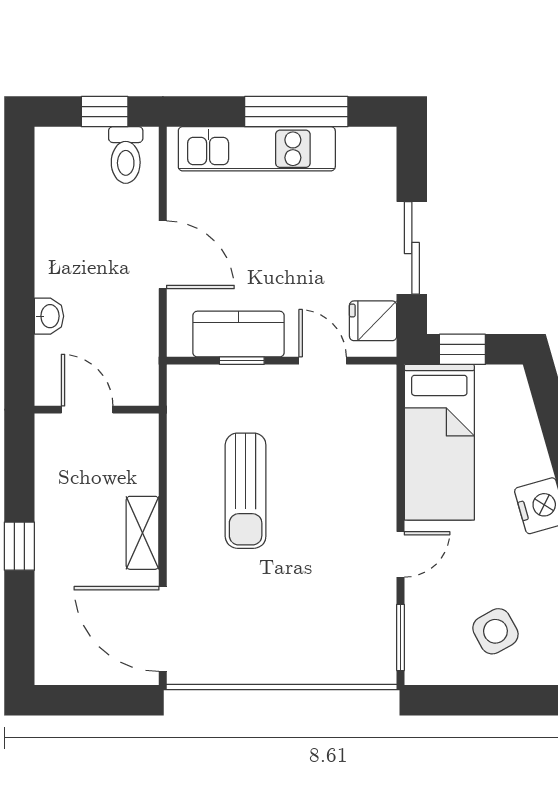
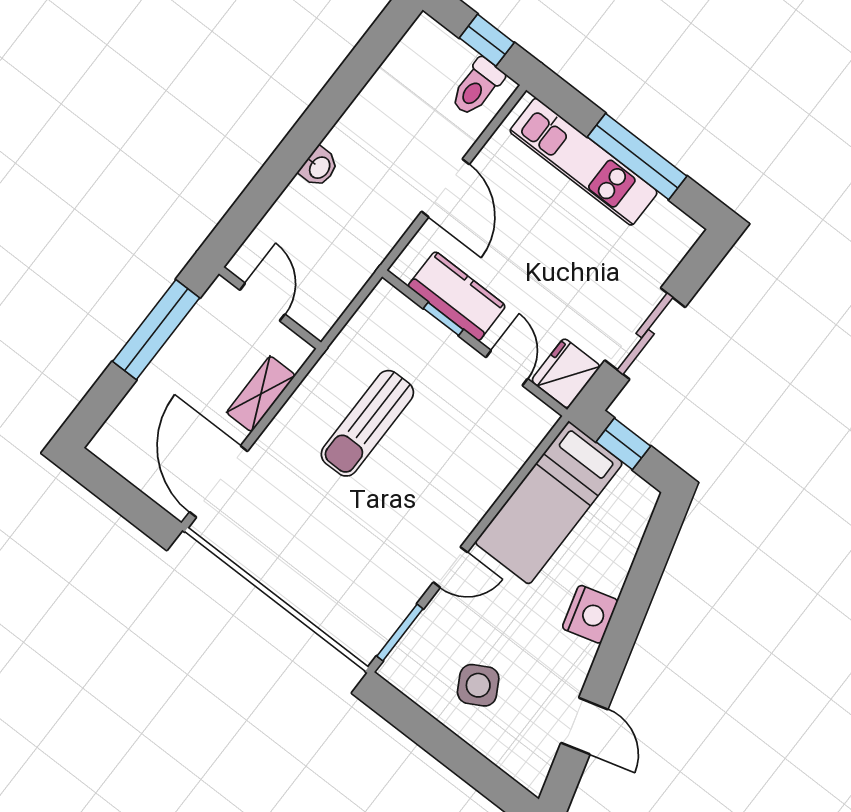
fridge: (373, 321) -> (566, 373), width x1.38
door: (87, 410) -> (262, 302), moved
wall: (97, 410) -> (270, 308), moved
window: (19, 546) -> (156, 330), width x2.17

